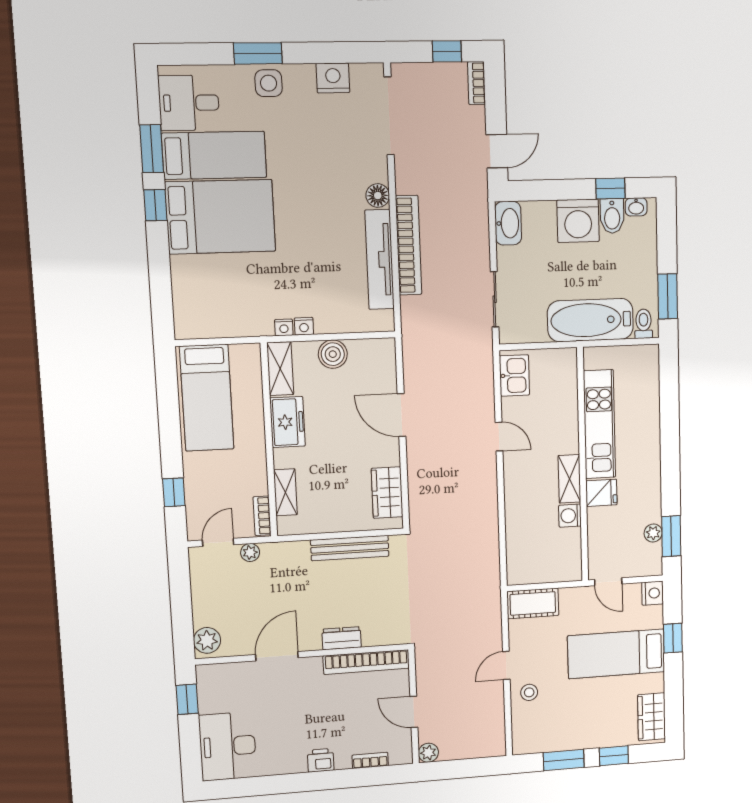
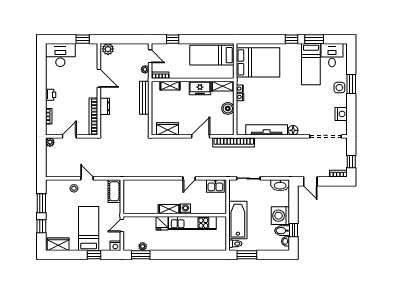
bed: (220, 217) -> (258, 62), moved, turned -90
bookcase: (409, 245) -> (234, 142), moved
washing machine: (570, 516) -> (185, 209), moved
bench: (350, 548) -> (144, 98), moved

